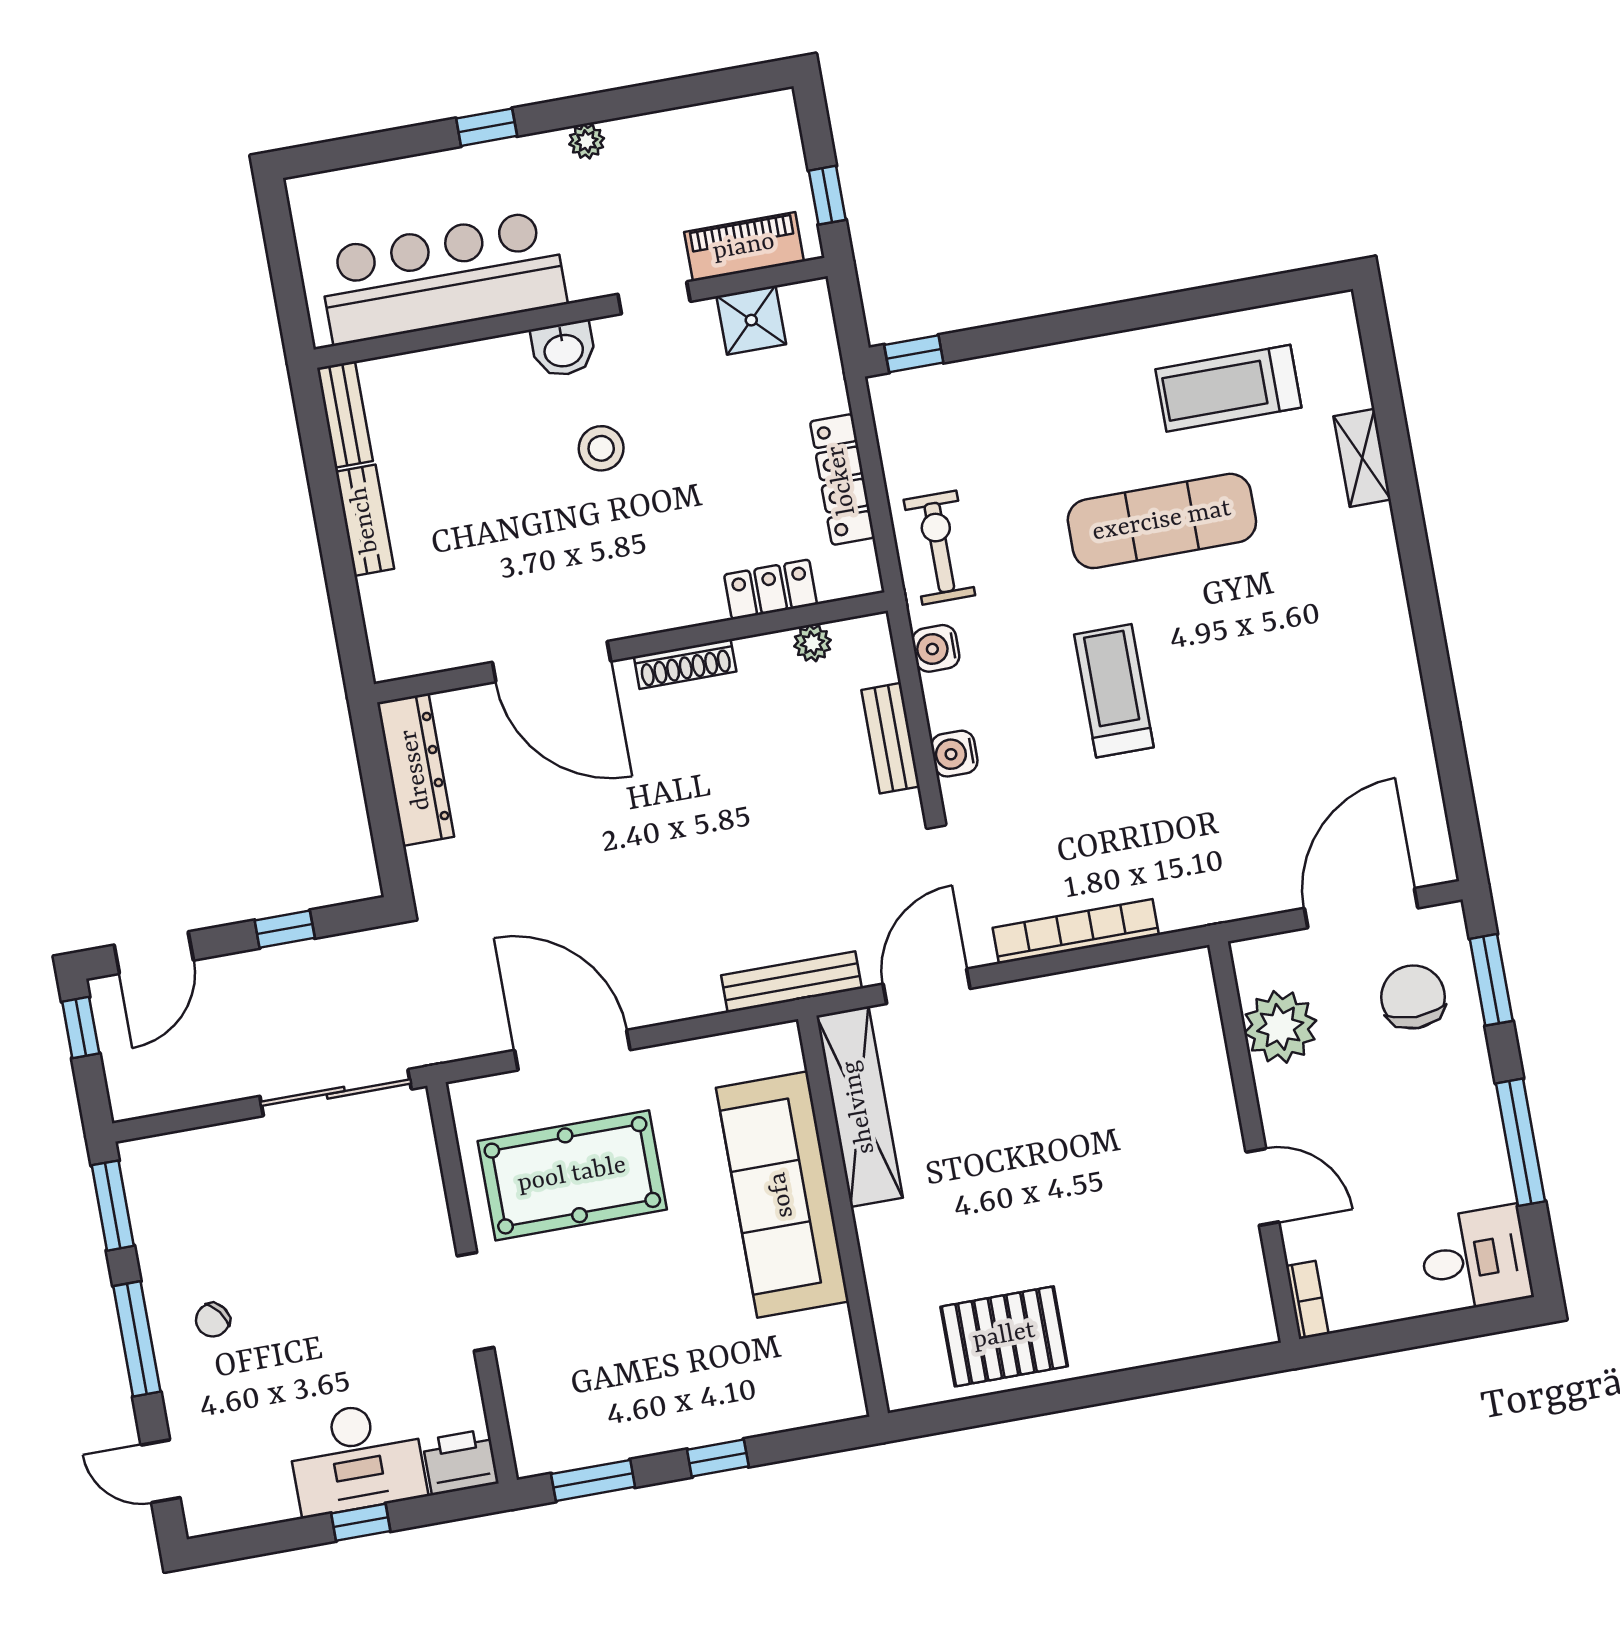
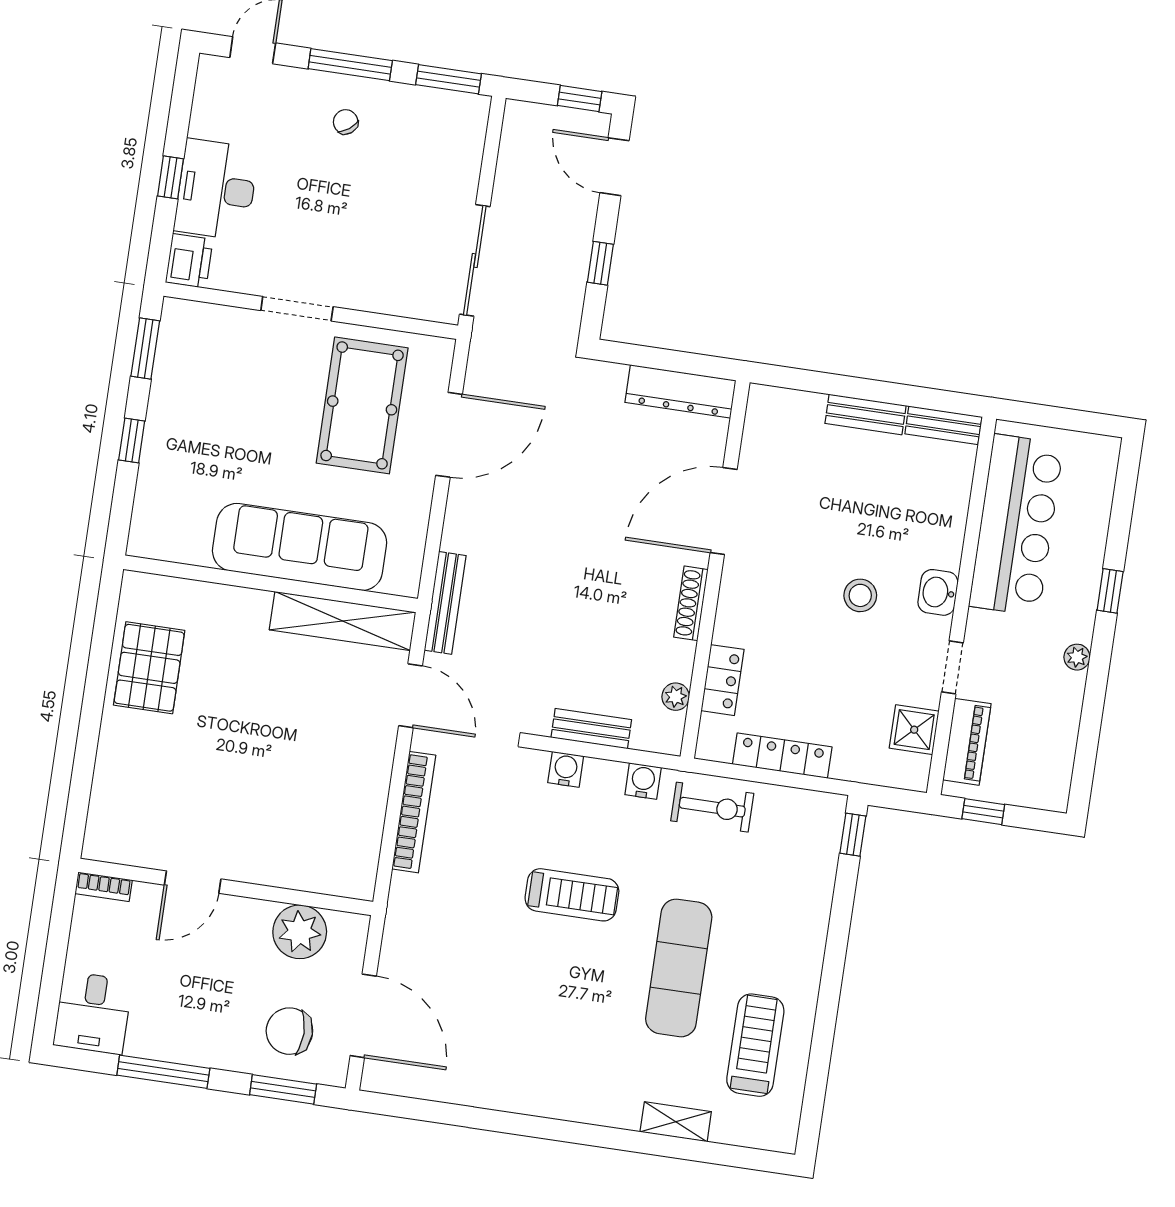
chair: (1413, 997) -> (289, 1031), turned 180

